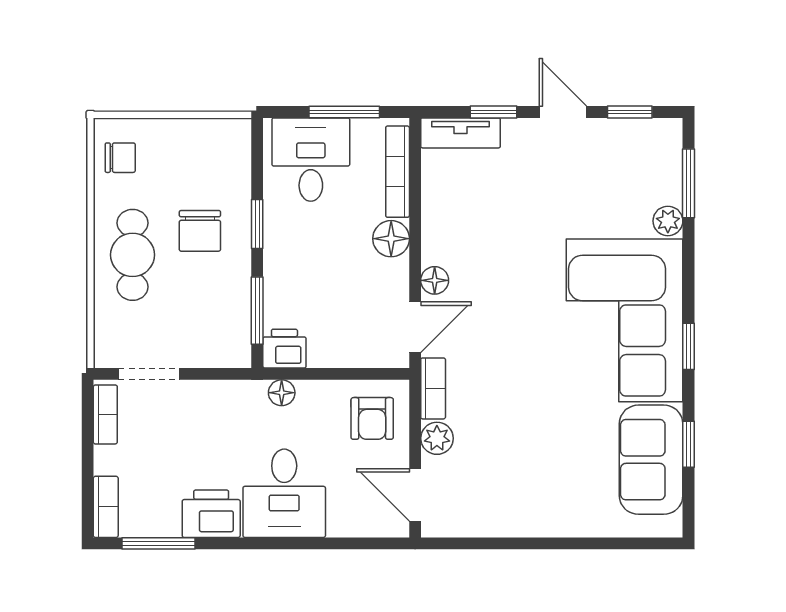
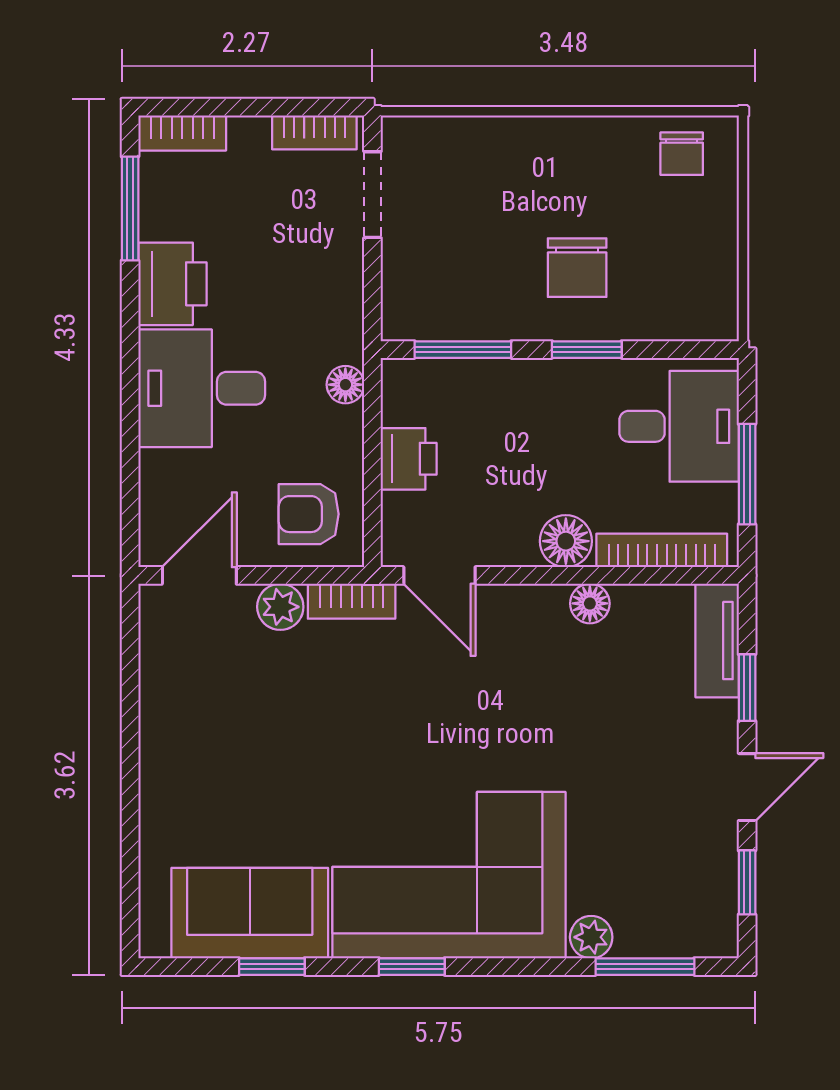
chair: (200, 231) -> (577, 268), turned -90
cafe table: (133, 255) -> (543, 171), removed
floor lamp: (435, 280) -> (590, 603), moved
printer: (284, 349) -> (409, 459), moved

